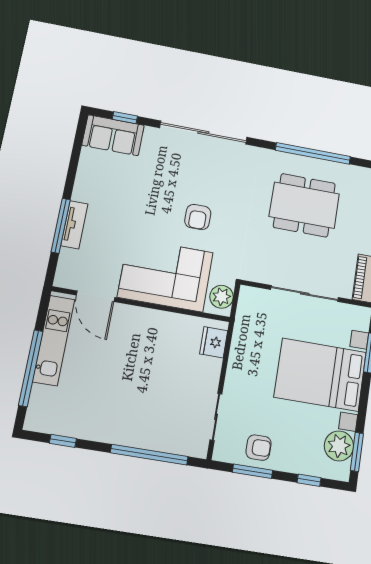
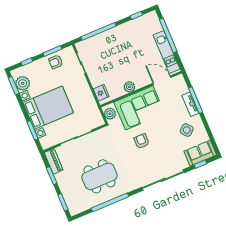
side table: (110, 186) -> (187, 130), added
plant: (159, 321) -> (129, 87), added

